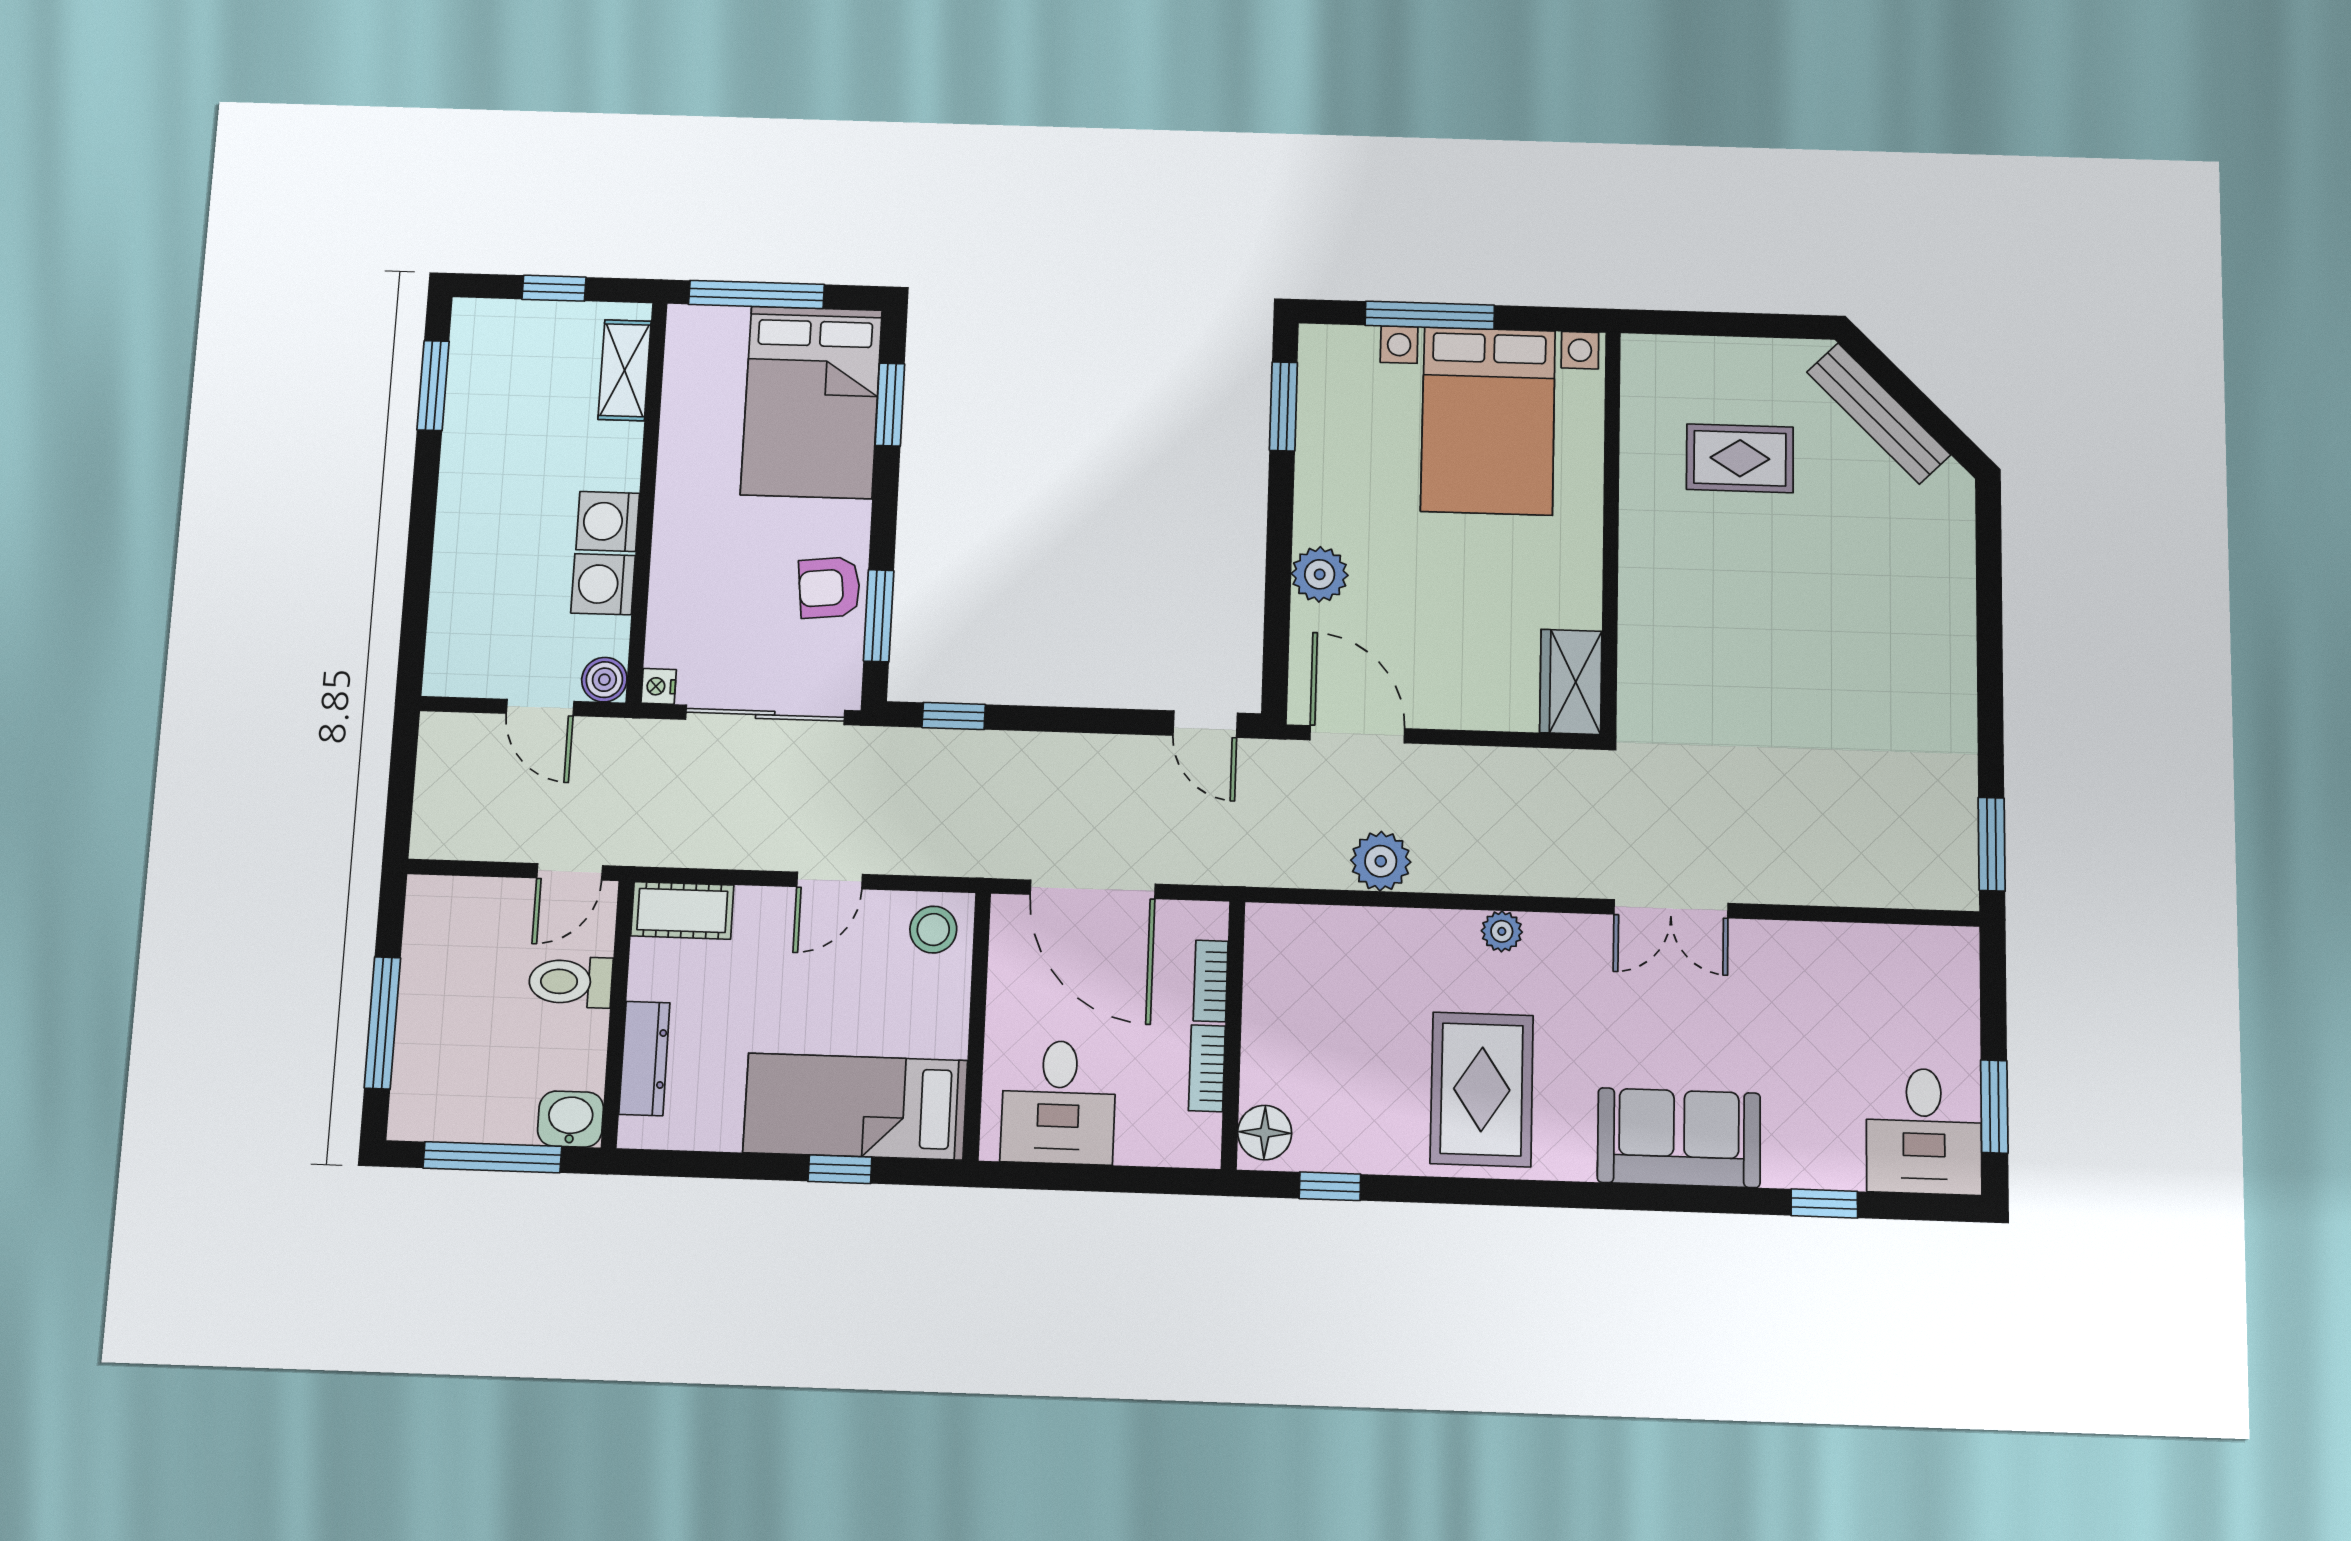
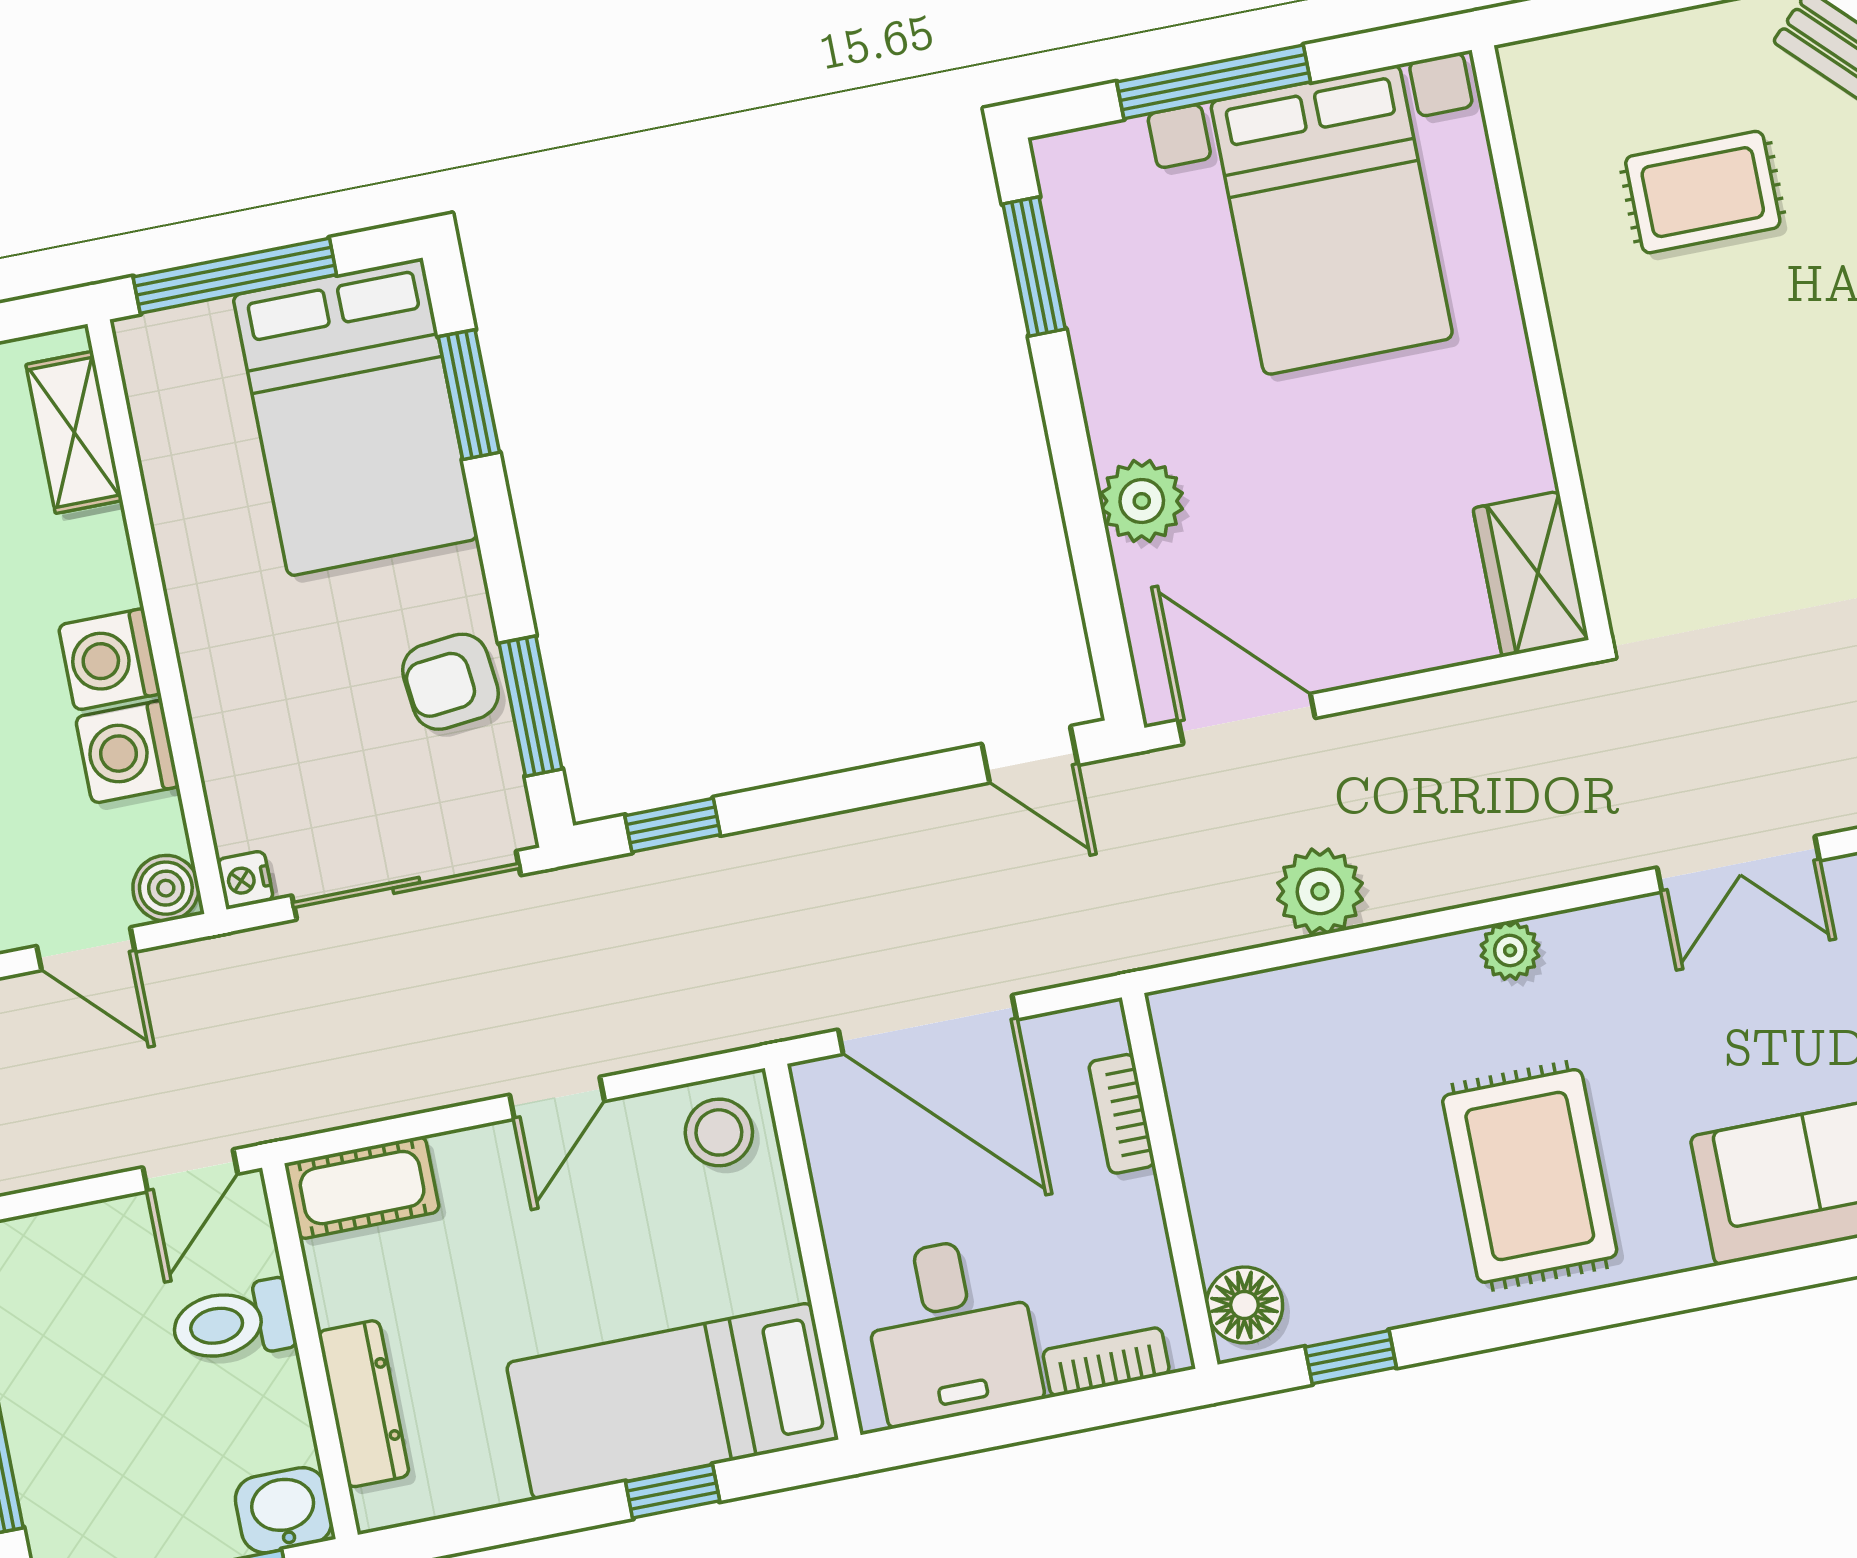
bookcase: (1207, 1068) -> (1106, 1362), moved, turned 90

